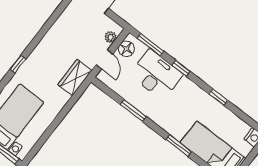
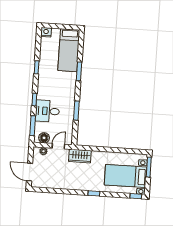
desk: (156, 75) -> (47, 111), width x0.73

